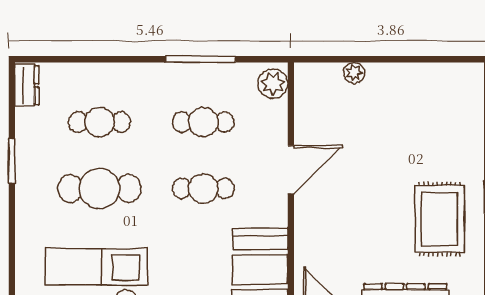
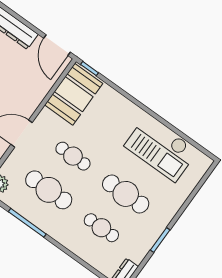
cafe table: (203, 122) -> (49, 190), width x1.37, depth x1.35

